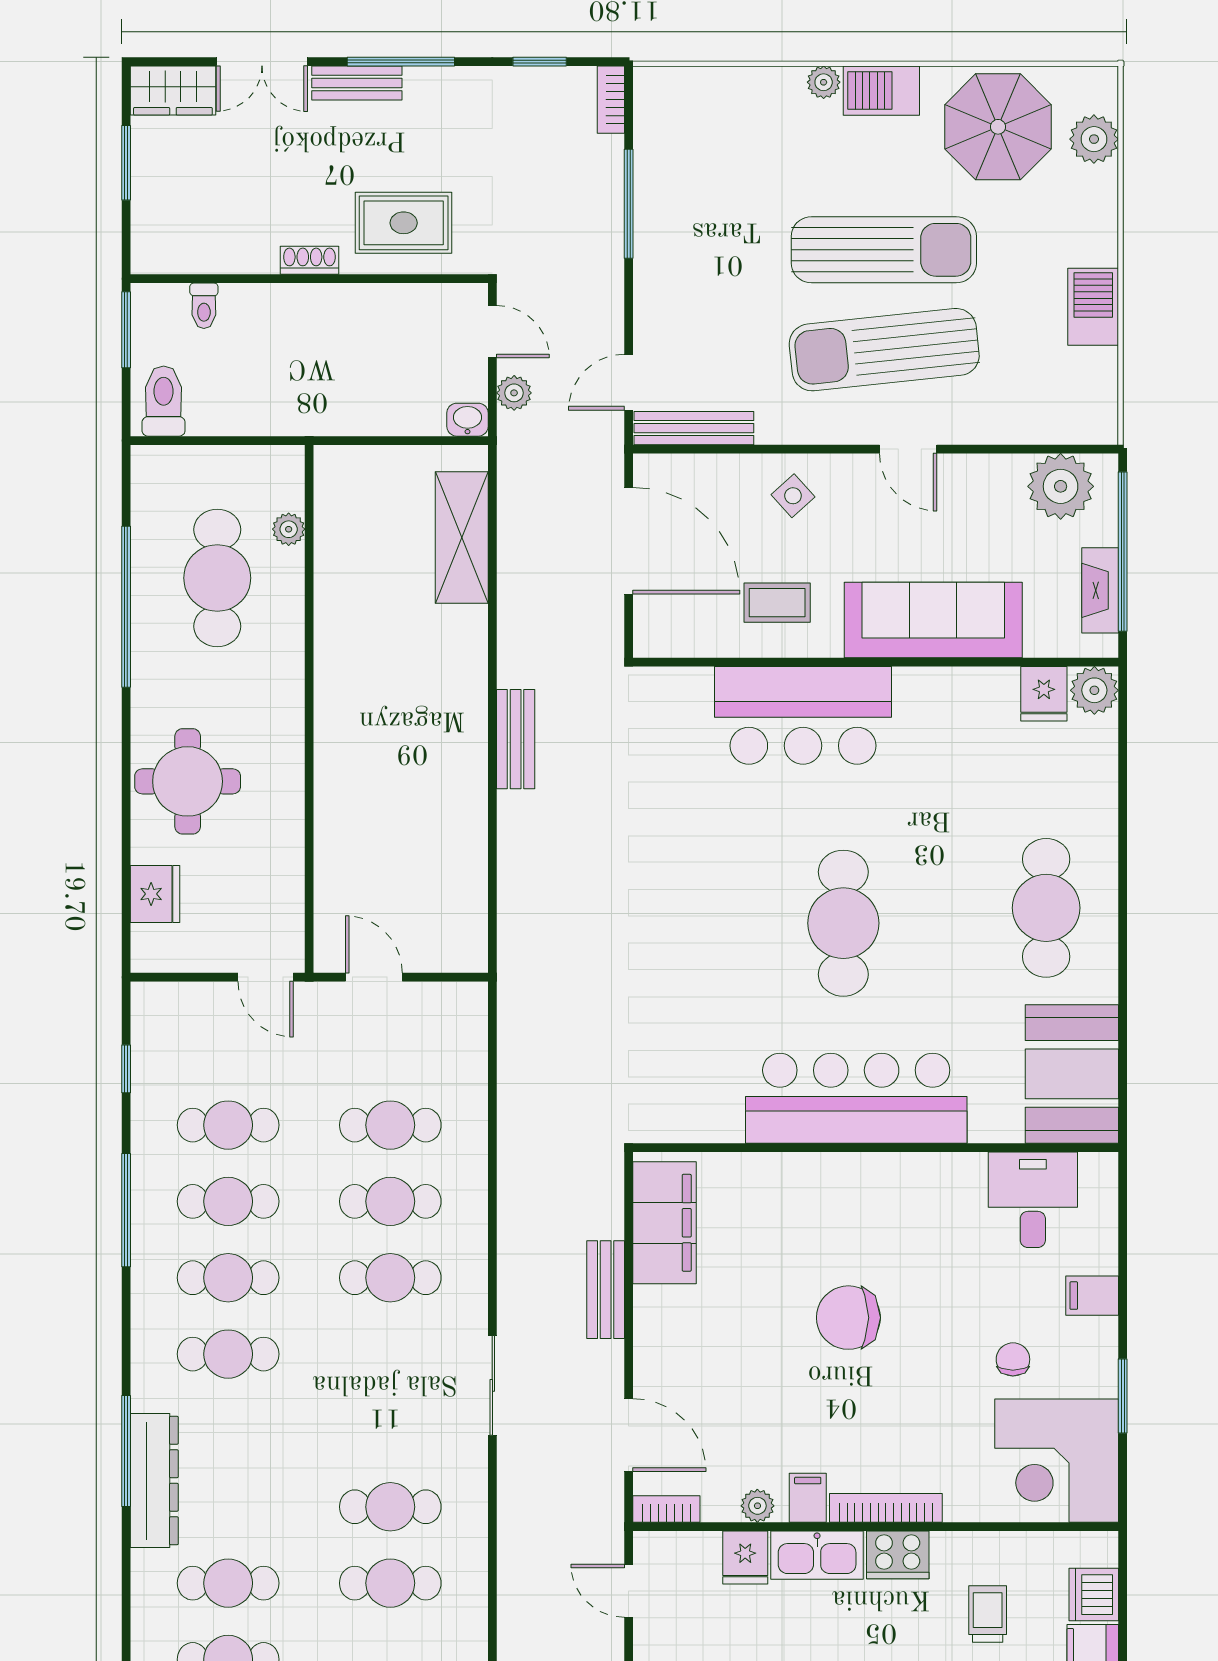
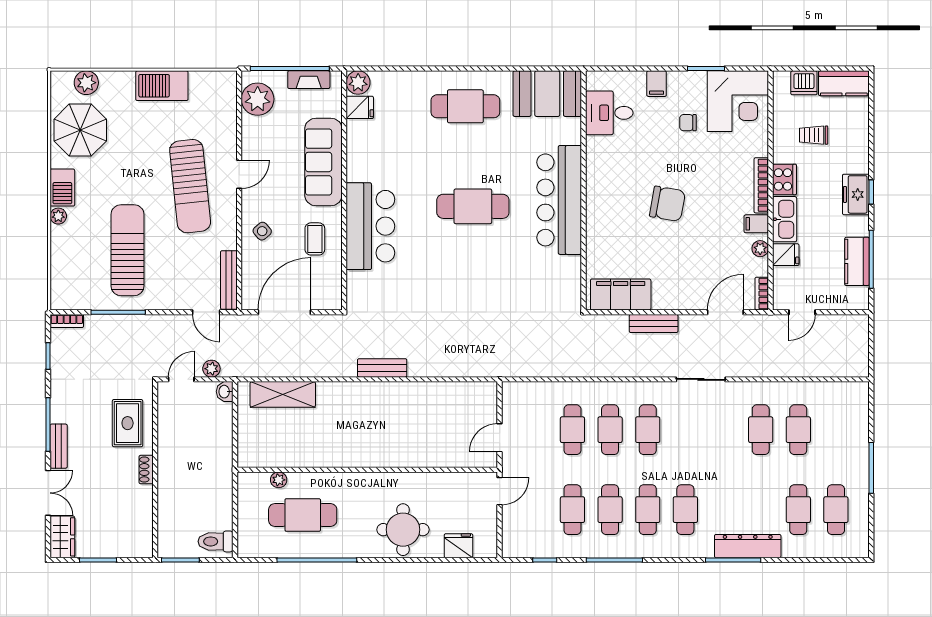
sun lounger: (884, 250) -> (128, 250), moved
toilet: (204, 306) -> (168, 522), removed
barbecue: (1093, 307) -> (162, 86), width x1.37, depth x1.21
chair: (848, 1318) -> (667, 204), turned -80

